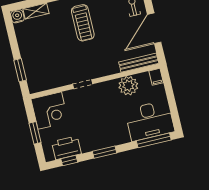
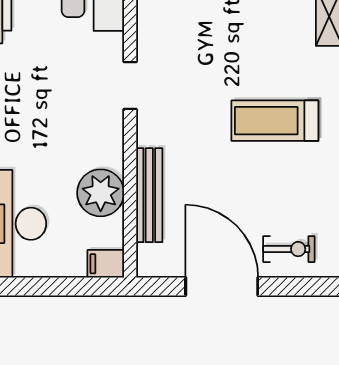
bench: (139, 63) -> (149, 195), moved

